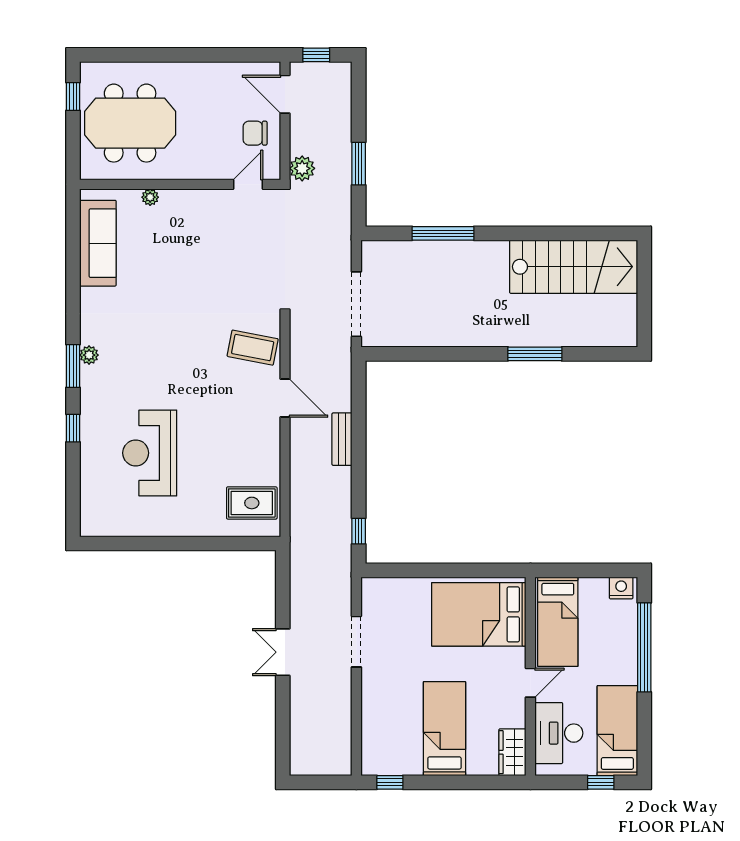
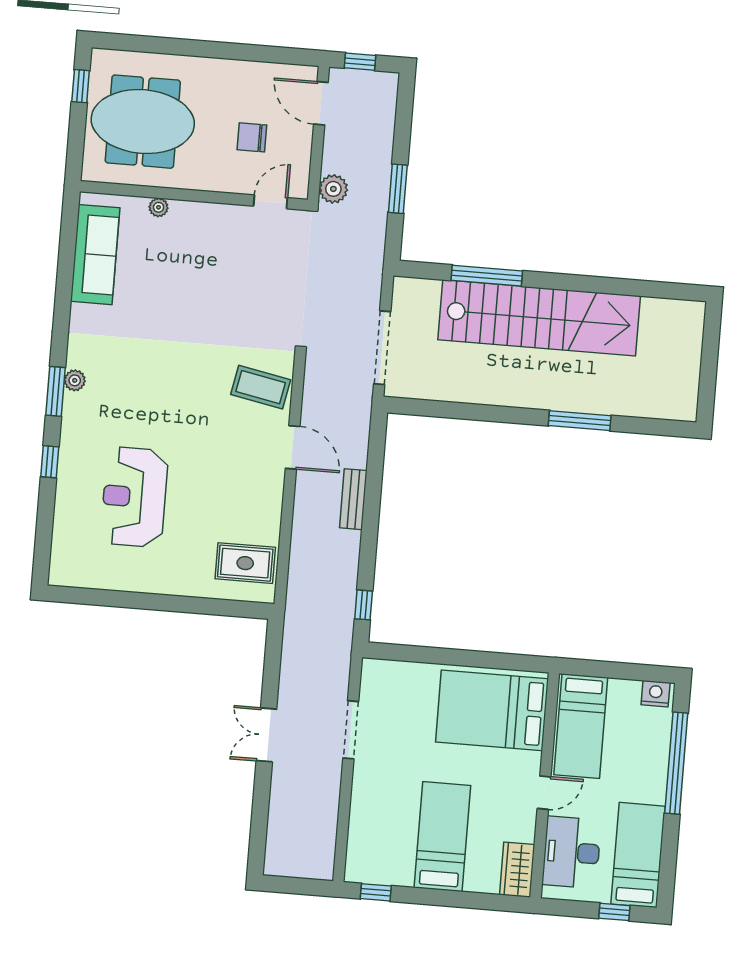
chair: (255, 133) -> (252, 137), moved
stairs: (574, 267) -> (539, 318), moved, width x1.36

